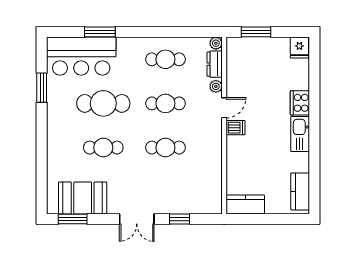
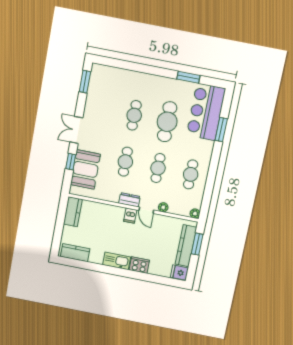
kitchen counter: (261, 46) -> (186, 246), added
dresser: (215, 64) -> (129, 200), moved
booth: (83, 198) -> (85, 169), moved

